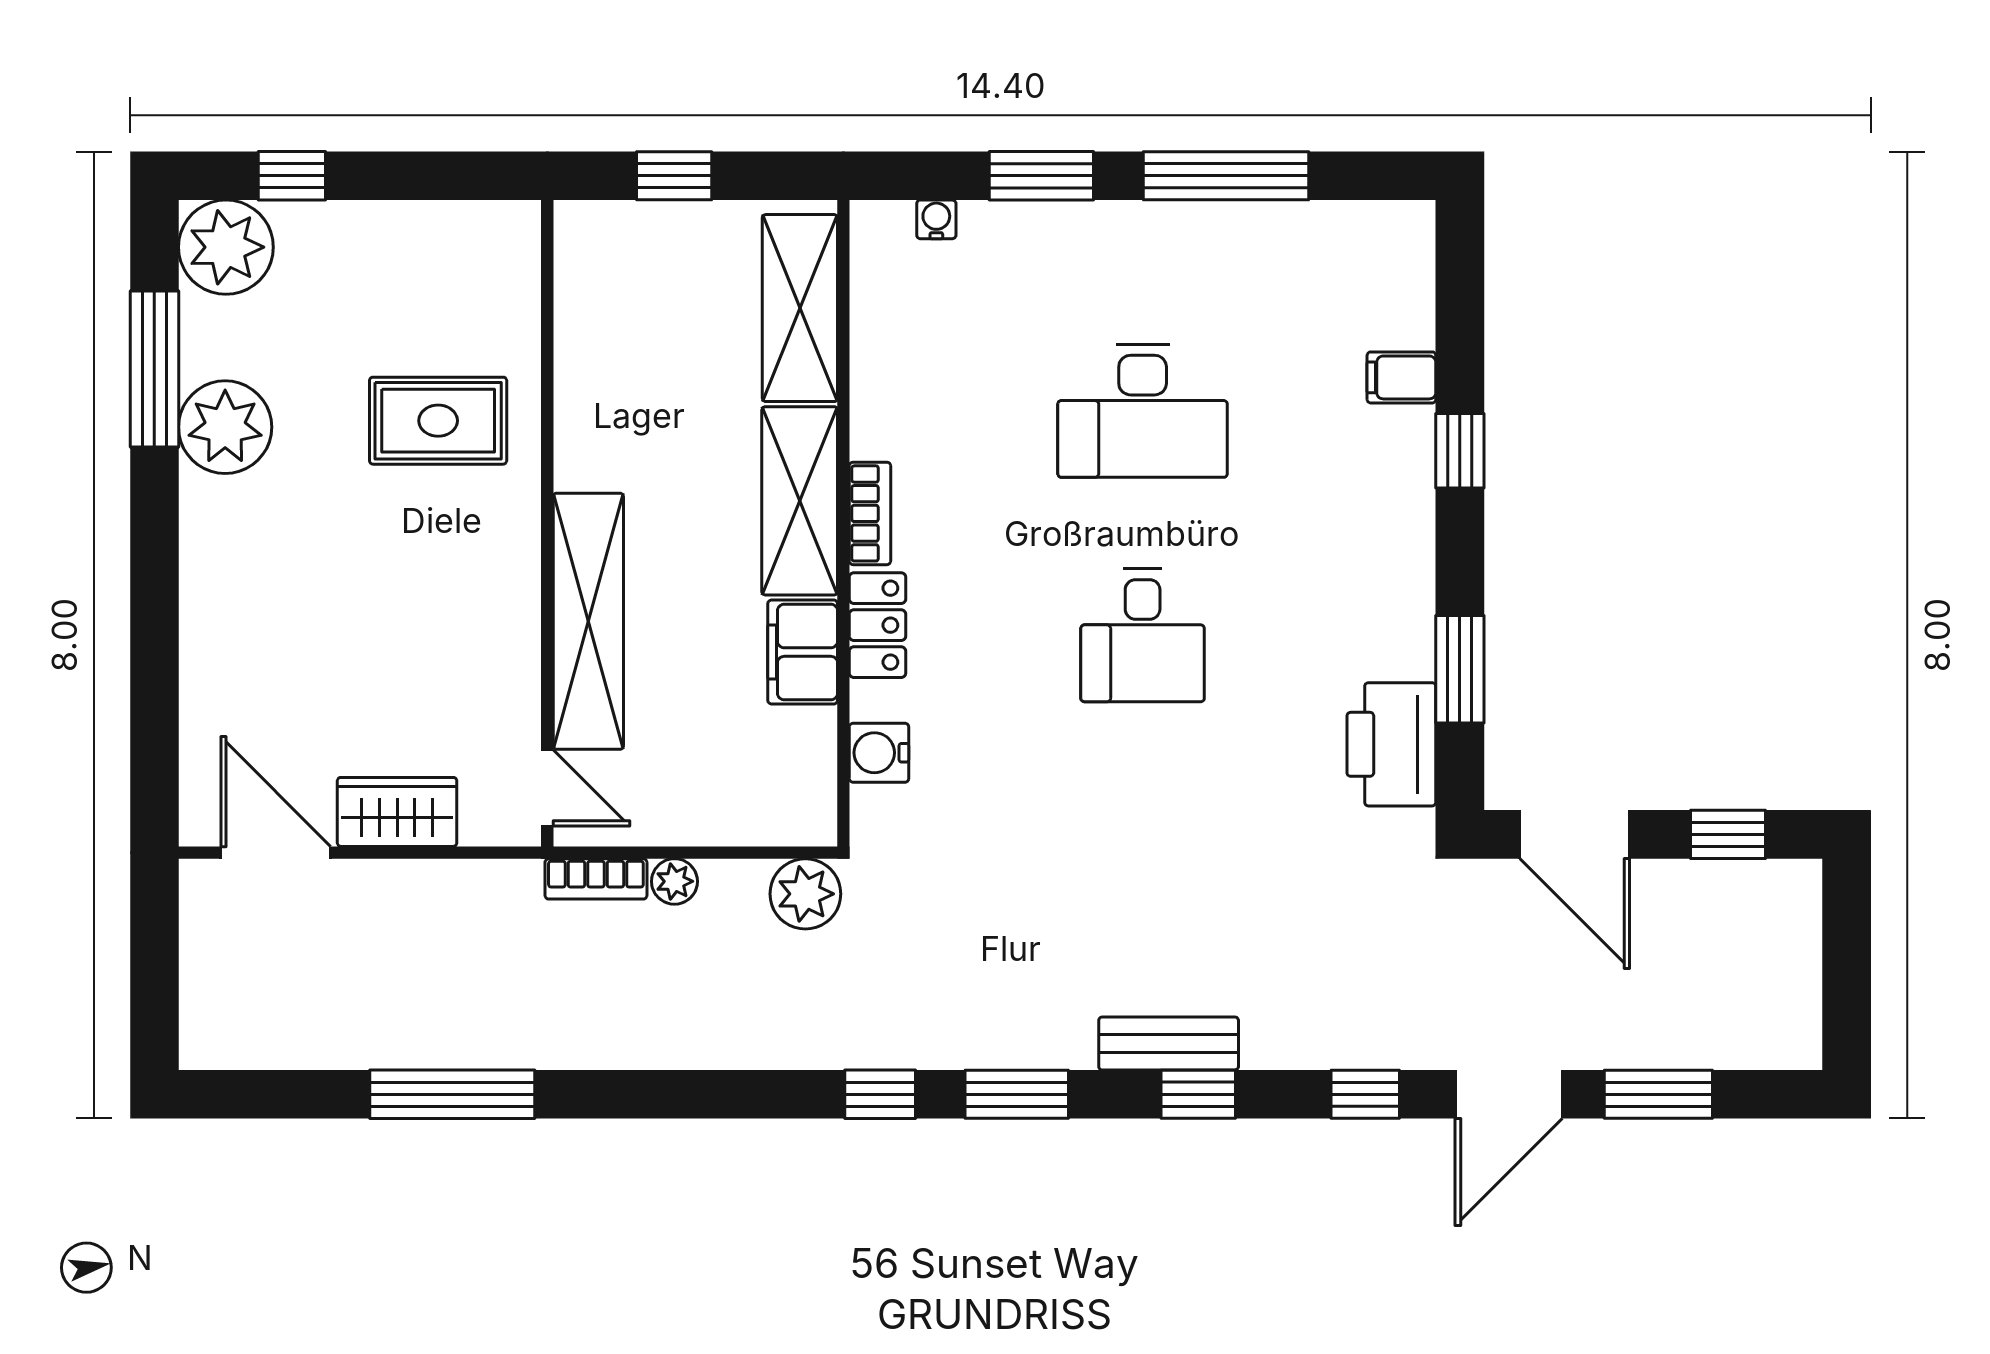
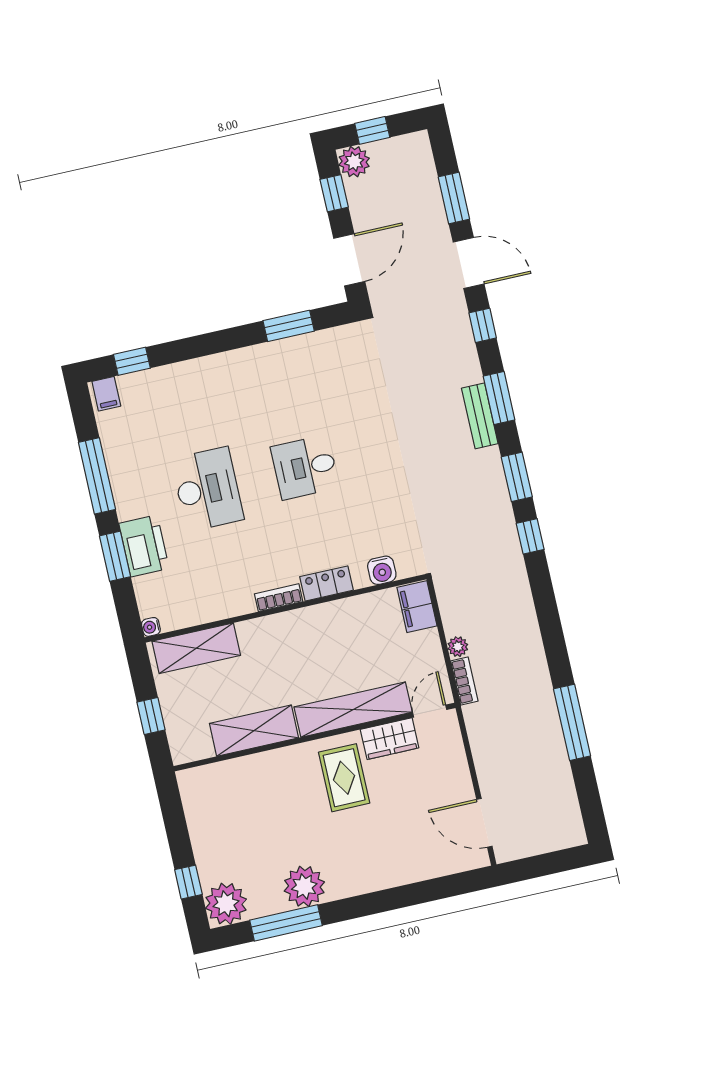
water cooler: (936, 219) -> (151, 627), moved
filing cabinet: (1401, 377) -> (106, 394), moved
rug: (438, 421) -> (344, 778), moved
window: (1460, 451) -> (132, 361), moved
shelving: (800, 501) -> (254, 731), moved
desk: (1143, 635) -> (305, 467), turned 180
filing cabinet: (803, 652) -> (417, 607), moved, turned 90
printer: (1391, 744) -> (144, 546), moved, turned -90
wardrobe: (397, 812) -> (390, 739), moved, turned -90
door: (276, 853) -> (484, 823), hinge flipped
plant: (805, 894) -> (354, 162), moved
window: (1847, 949) -> (372, 130), added
window: (1198, 1094) -> (499, 398), width x1.50

